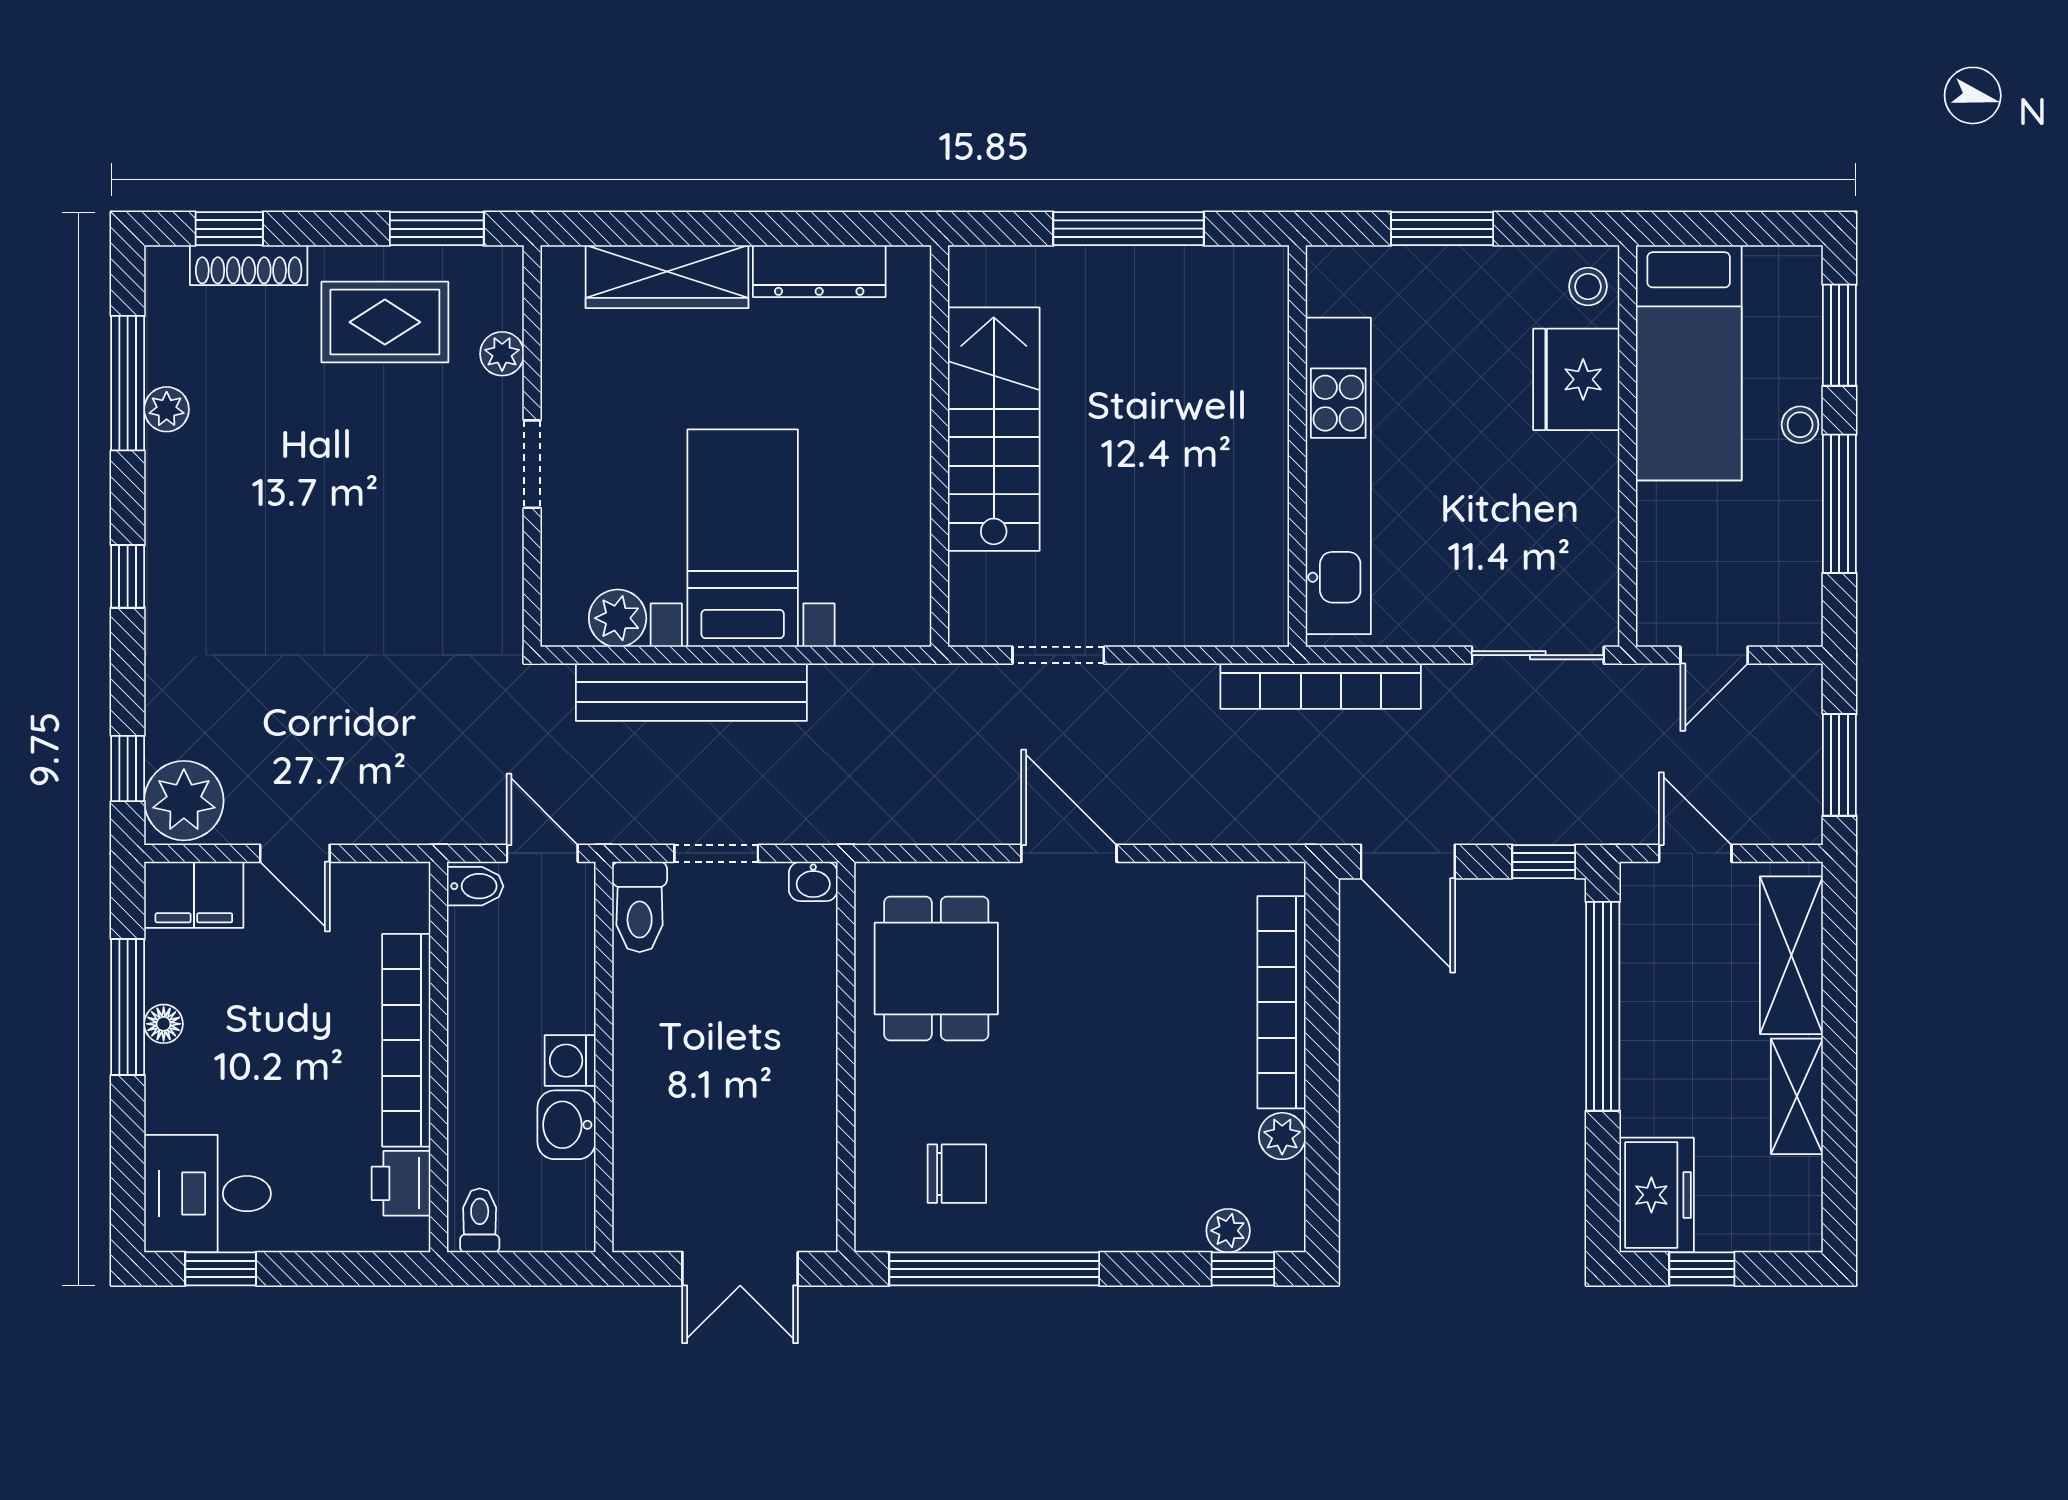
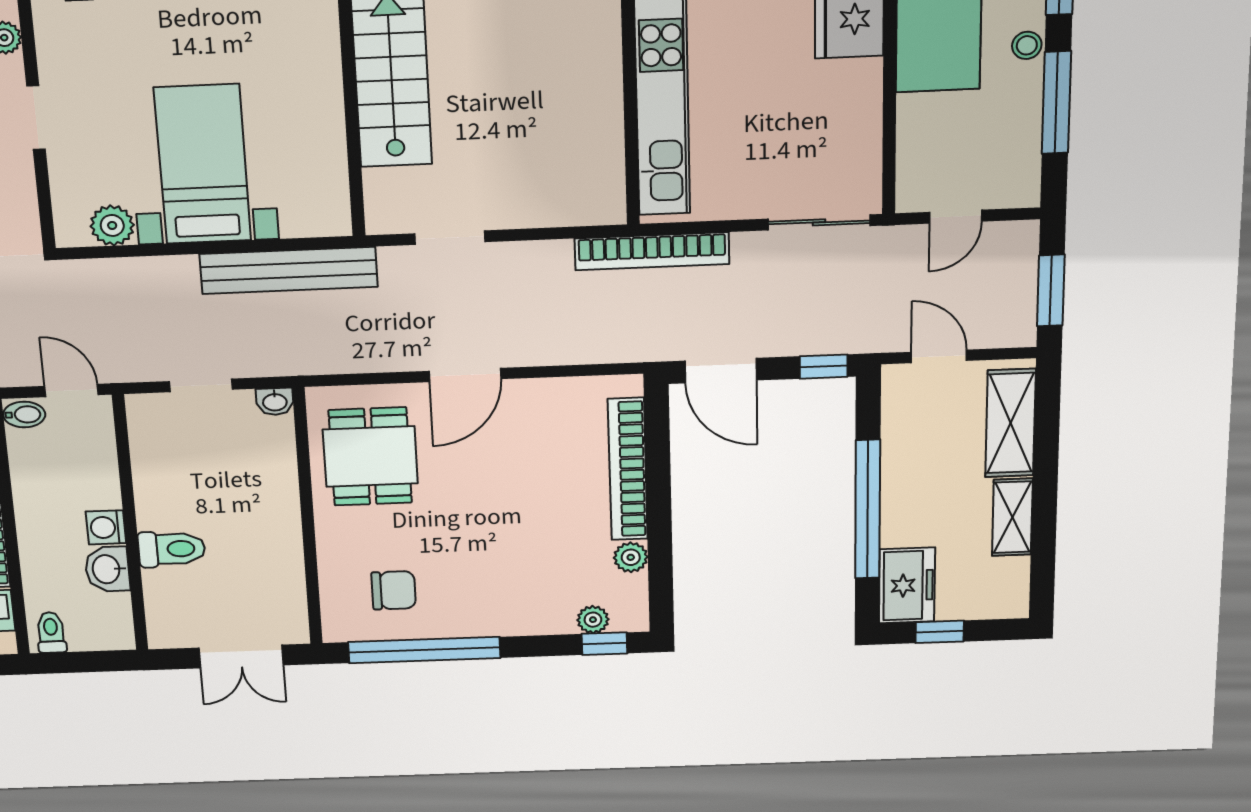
bench: (691, 692) -> (289, 270), moved
door: (1069, 853) -> (465, 375), swing flipped
toilet: (640, 907) -> (172, 549), moved, turned -90
window: (1603, 1006) -> (868, 509), moved

